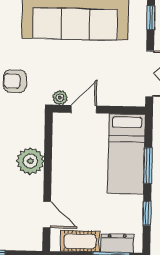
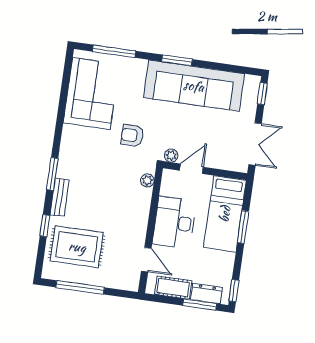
plant: (30, 161) -> (147, 180), moved, width x0.53, depth x0.53
desk: (73, 170) -> (174, 223), added
window: (147, 213) -> (234, 291), moved

